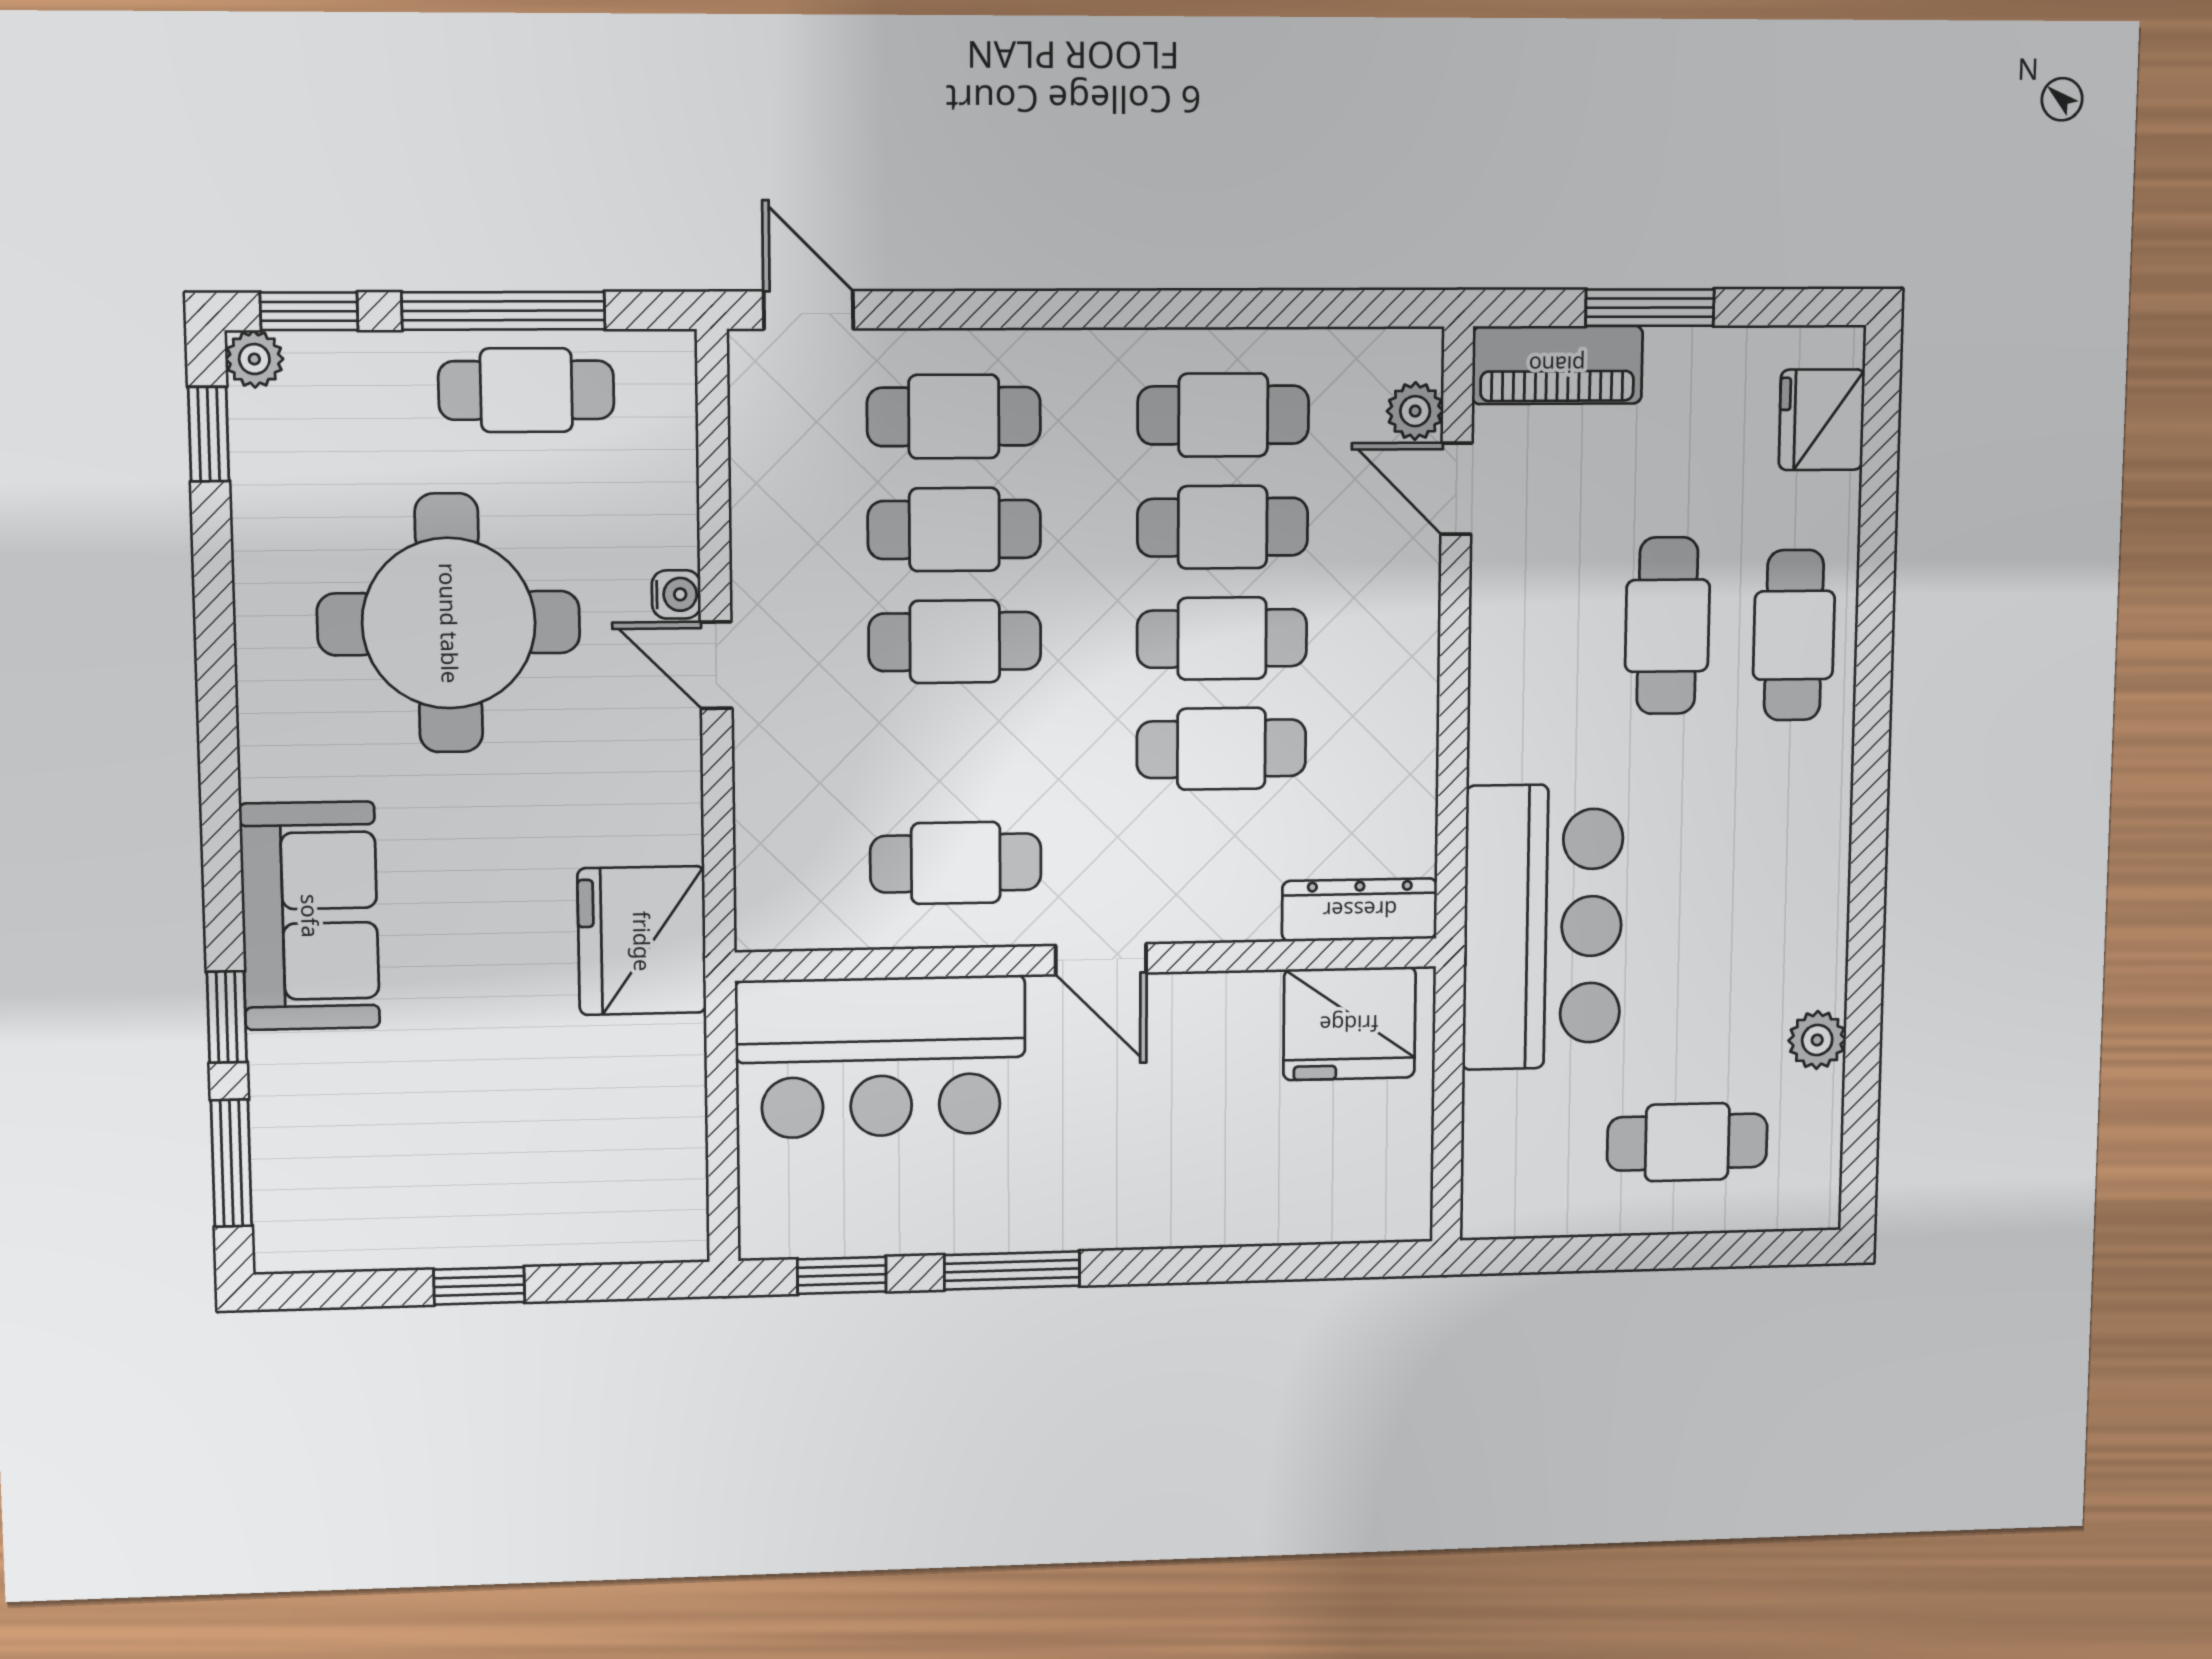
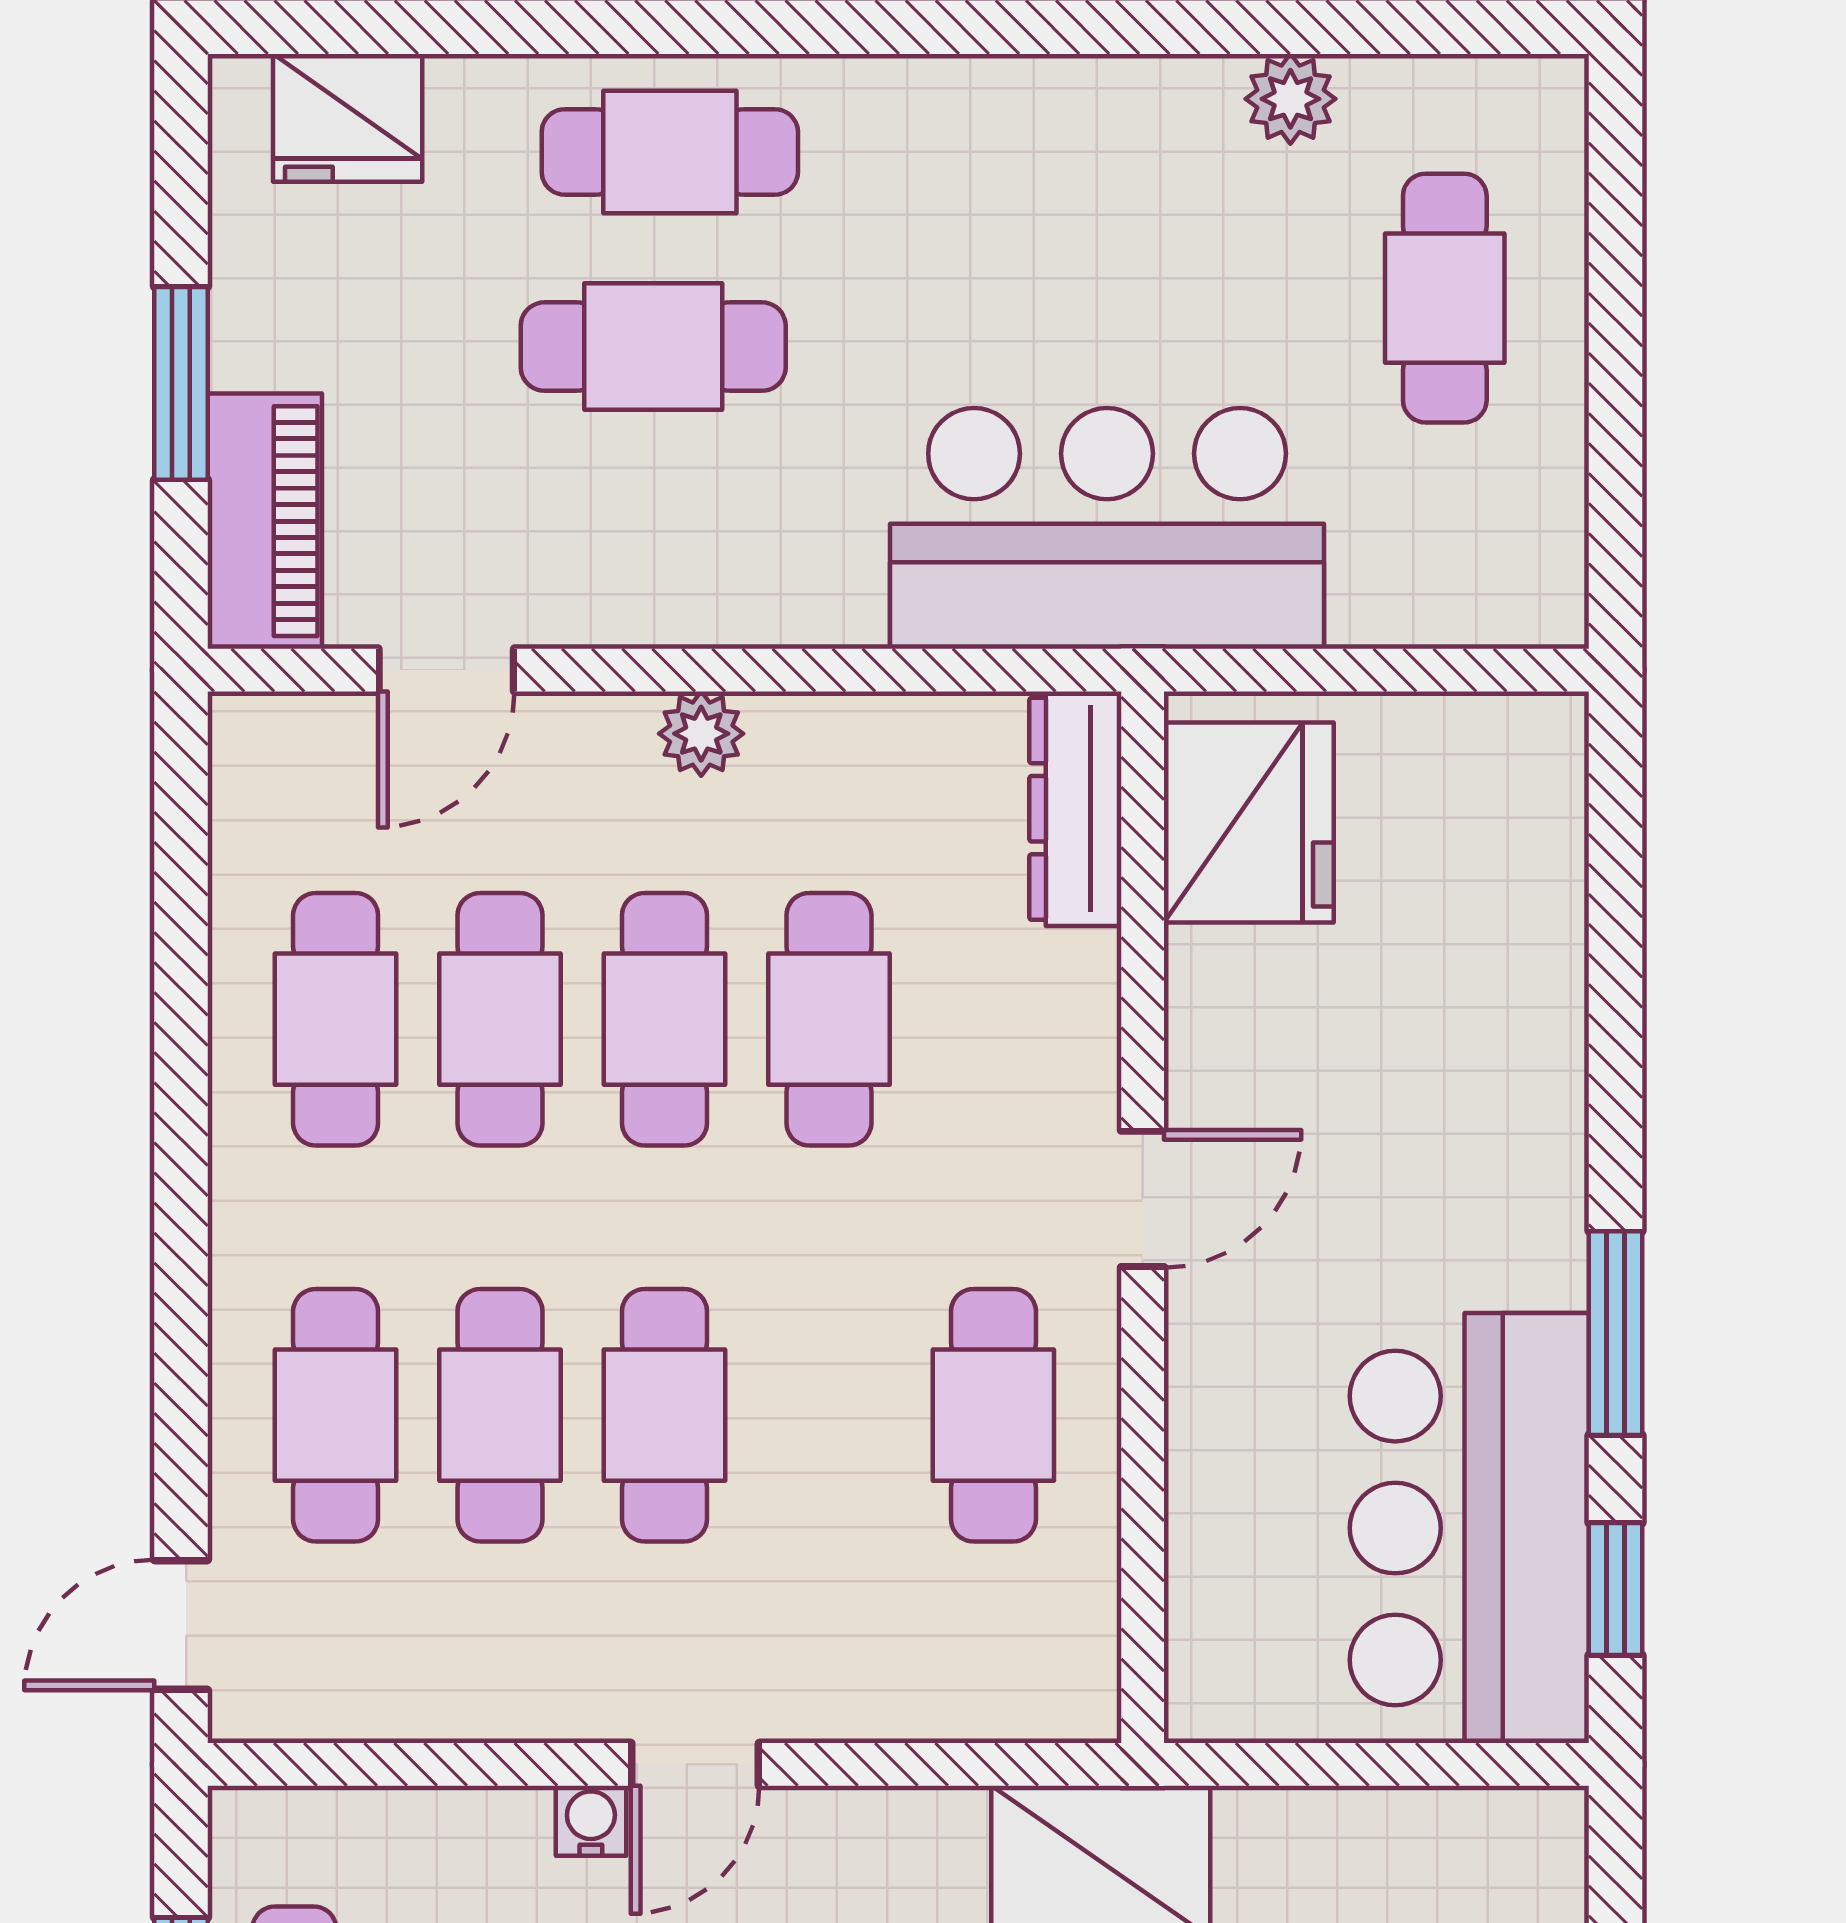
plant: (1415, 411) -> (701, 734), moved
bar counter: (881, 1057) -> (1469, 1528), moved, turned 180

